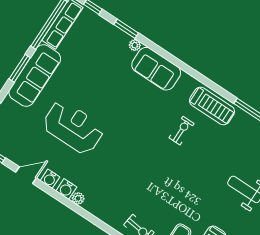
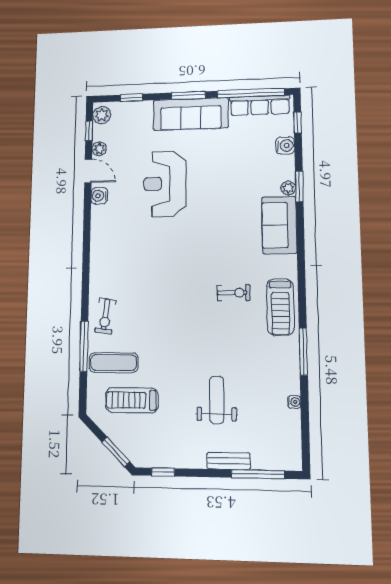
window: (126, 29) -> (299, 187), moved
reception desk: (73, 127) -> (165, 184), turned 180
water cooler: (66, 189) -> (285, 146), moved, turned 180
plant: (78, 198) -> (99, 149), moved

